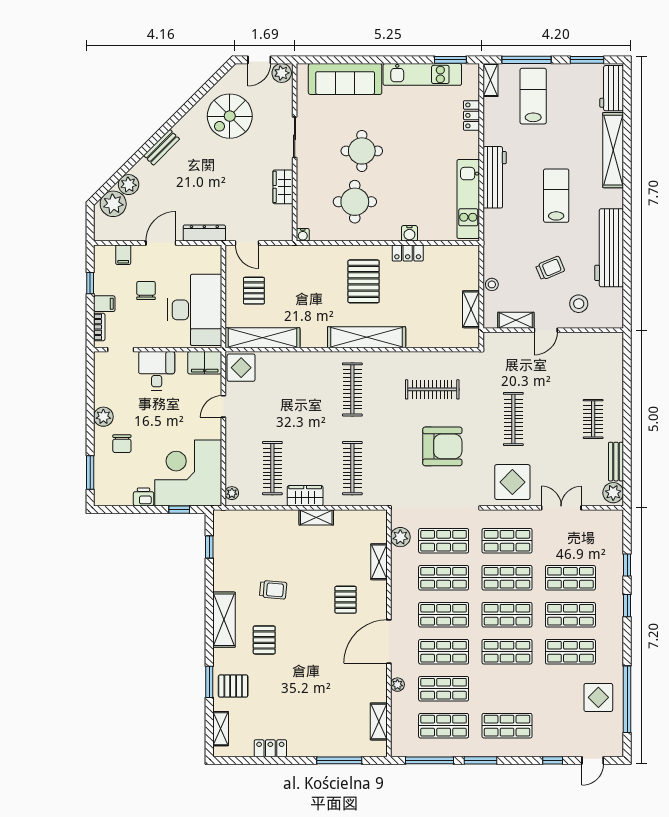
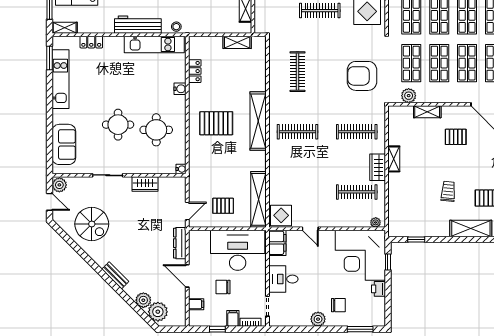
sofa: (345, 79) -> (64, 144), width x0.73
locker: (408, 253) -> (195, 71), moved
stool: (492, 284) -> (176, 27), moved
armchair: (442, 446) -> (362, 76), moved, turned -90

